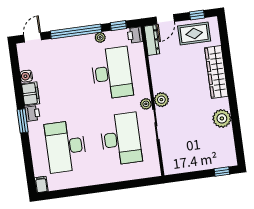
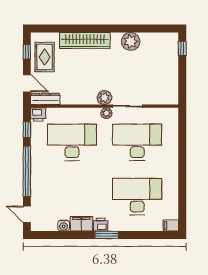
plant: (100, 37) -> (36, 149), removed
desk: (66, 146) -> (137, 197), turned 180

